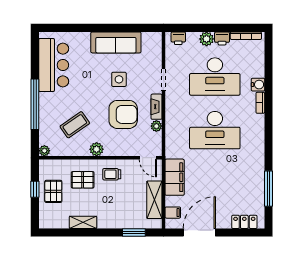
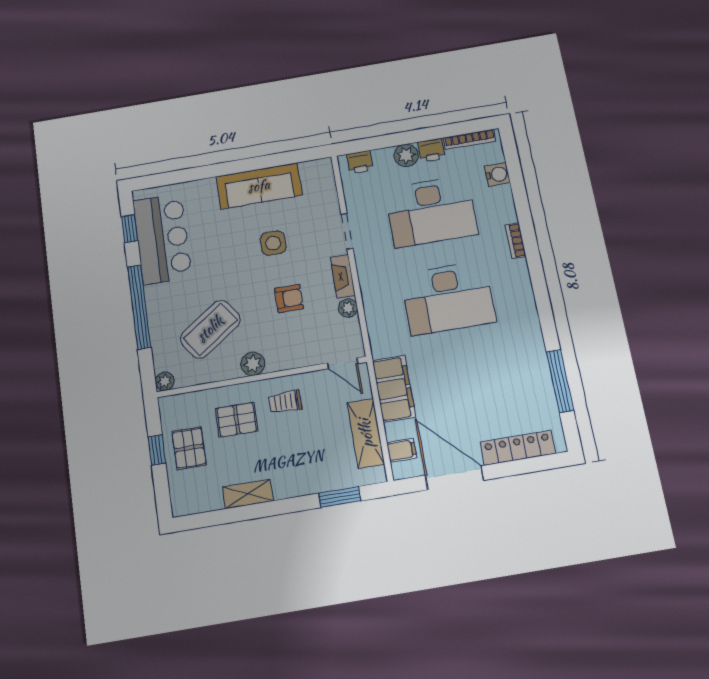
window: (35, 55) -> (130, 229), added
water cooler: (258, 85) -> (497, 174), moved
armchair: (123, 114) -> (289, 299), width x0.53, depth x0.53
coffee table: (75, 125) -> (210, 329), width x1.36, depth x1.32
locker: (244, 222) -> (518, 448), width x1.53
door: (199, 232) -> (455, 478), hinge flipped

